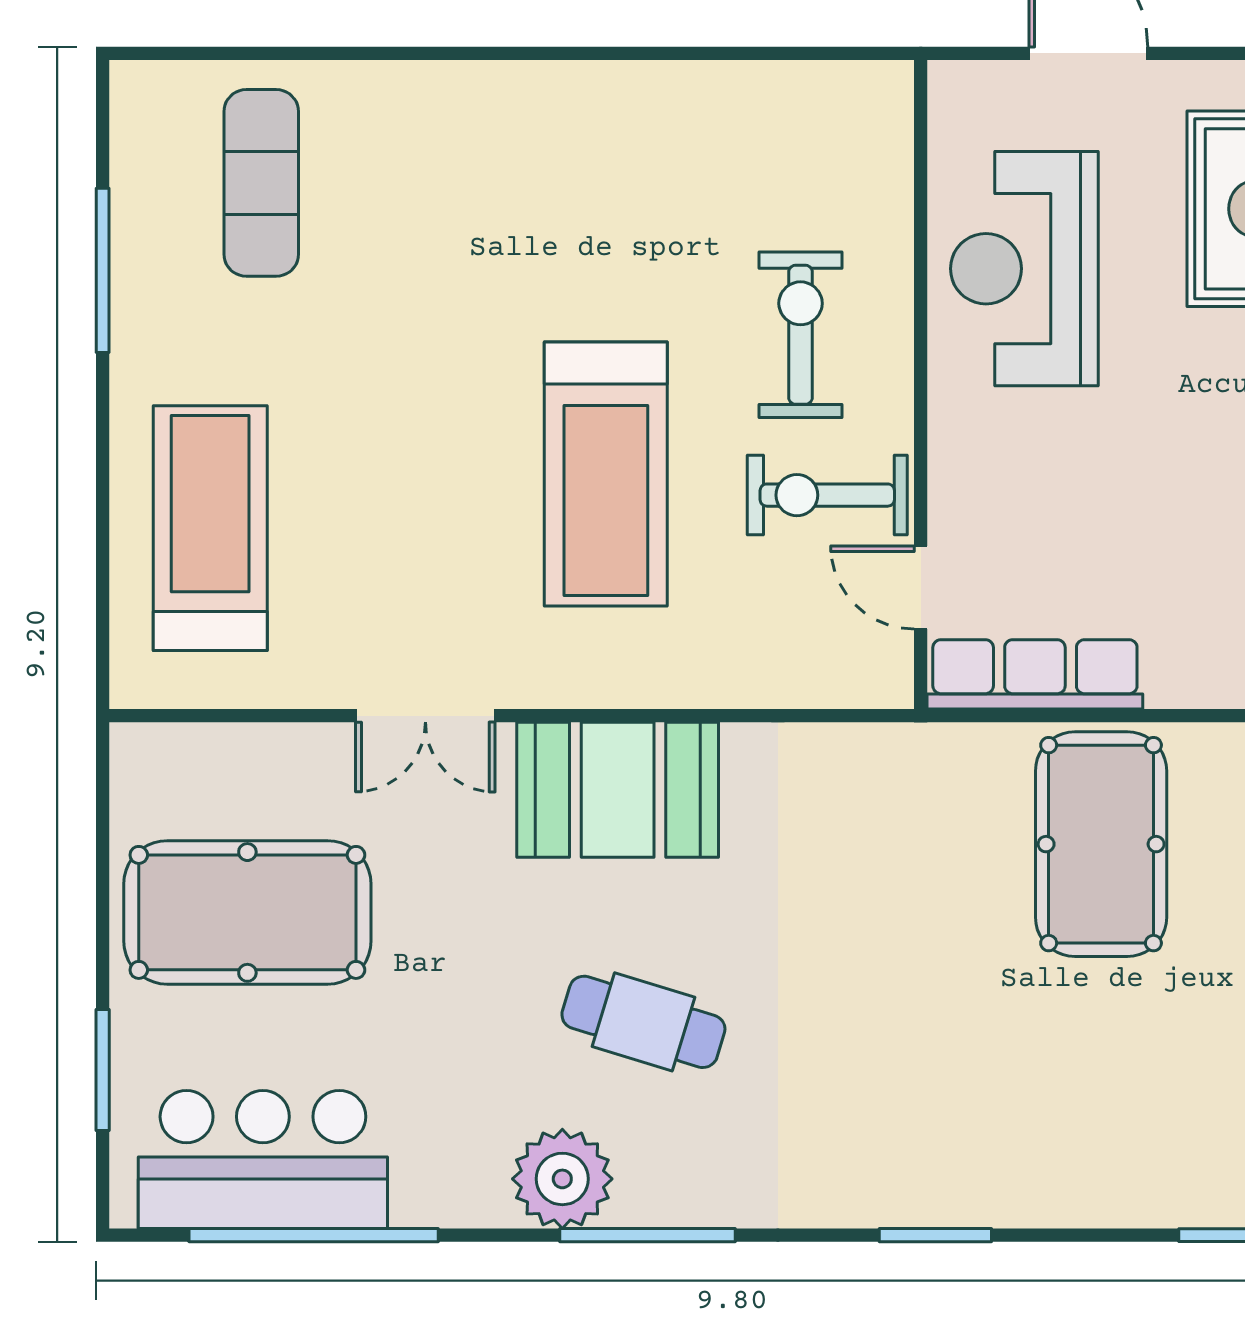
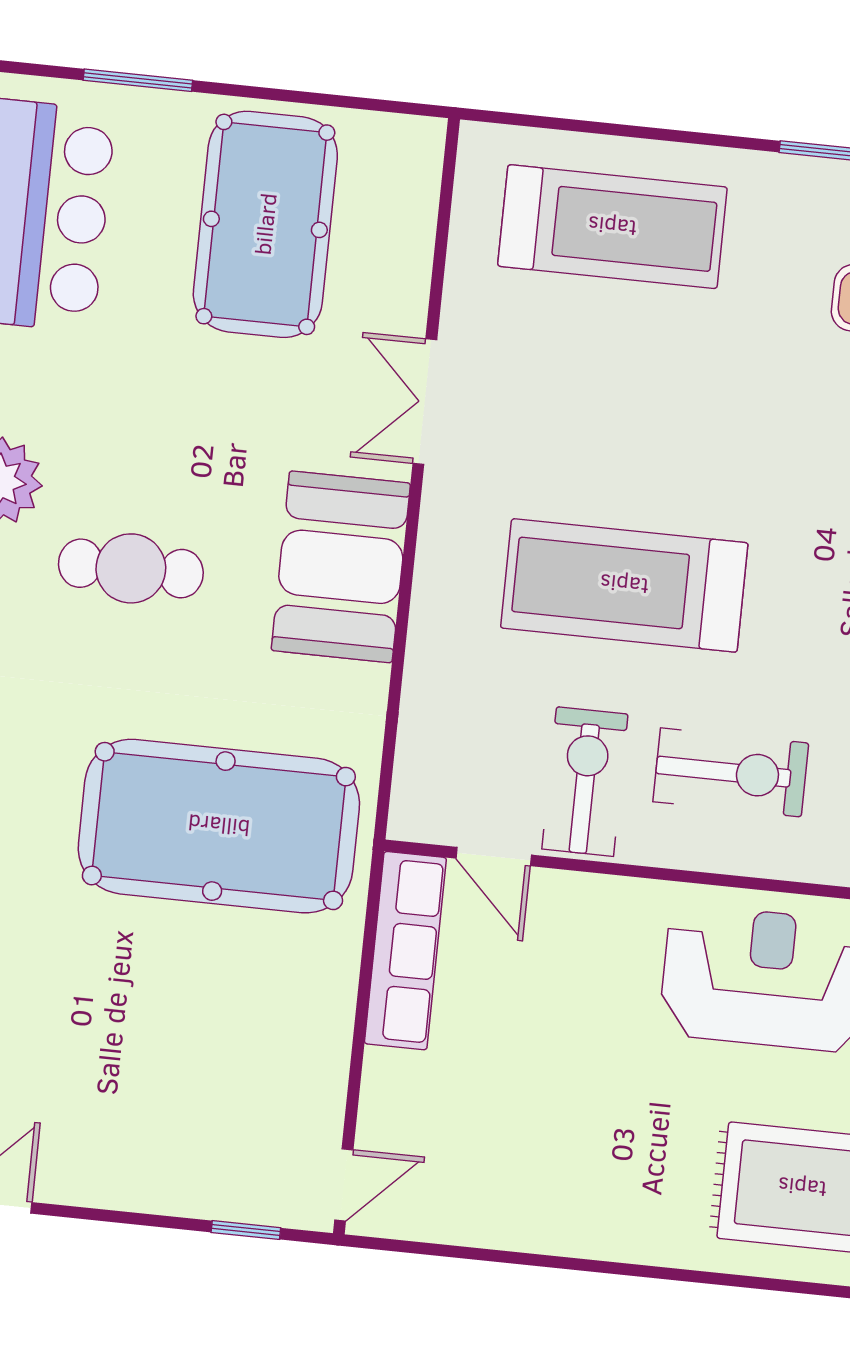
door: (921, 588) -> (494, 857), swing flipped
pool table: (1101, 844) -> (219, 826), moved, width x1.36, depth x1.32
cafe table: (643, 1022) -> (131, 568), turned 73

